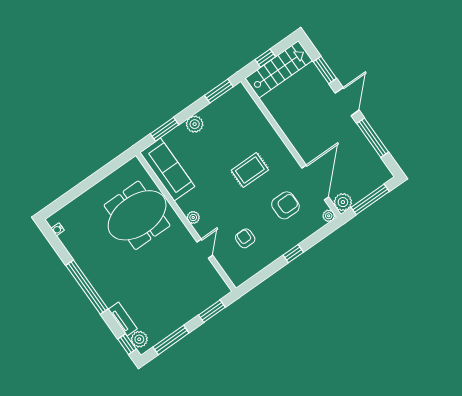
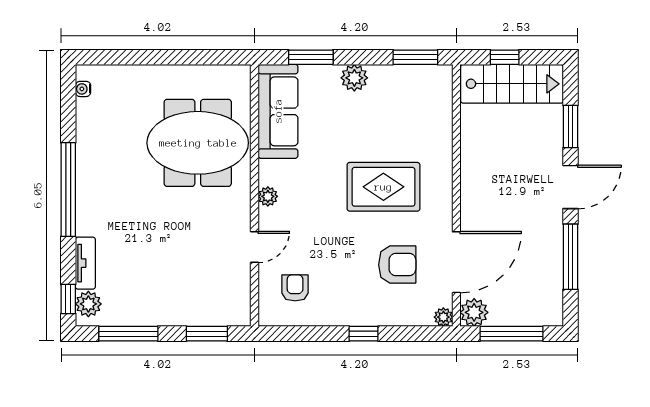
rug: (250, 170) -> (383, 187), width x1.36, depth x1.43
armchair: (245, 238) -> (295, 288), moved

